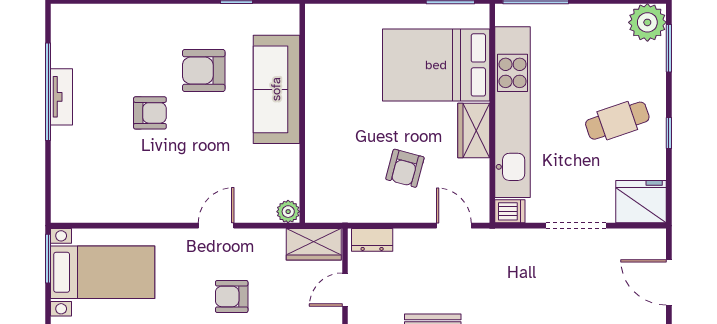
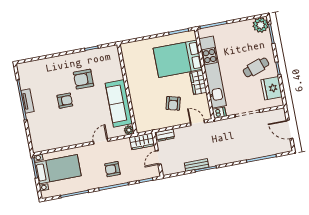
sofa: (276, 89) -> (119, 103), moved
fridge: (641, 202) -> (272, 88), moved, turned -90

